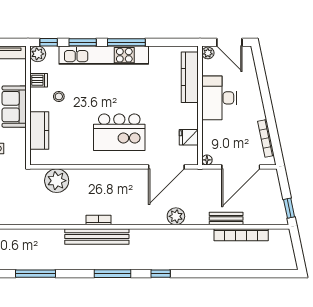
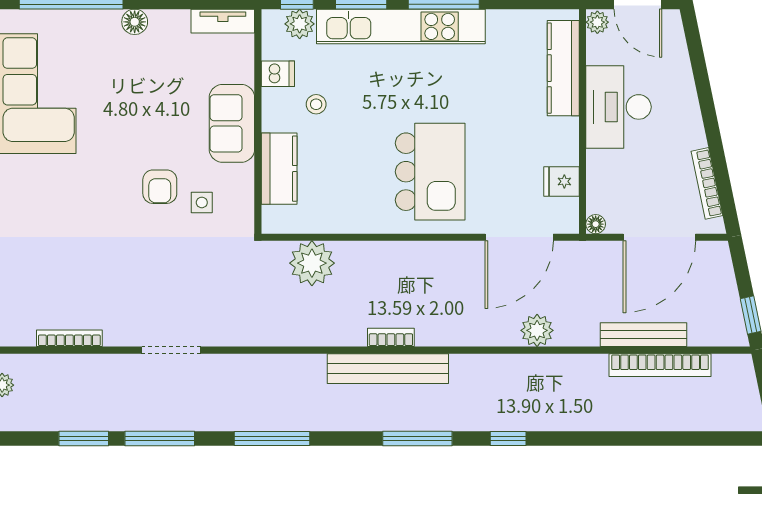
plant: (38, 54) -> (300, 24), moved
kitchen island: (119, 132) -> (430, 172), turned -90
bench: (226, 219) -> (644, 335), width x1.36

